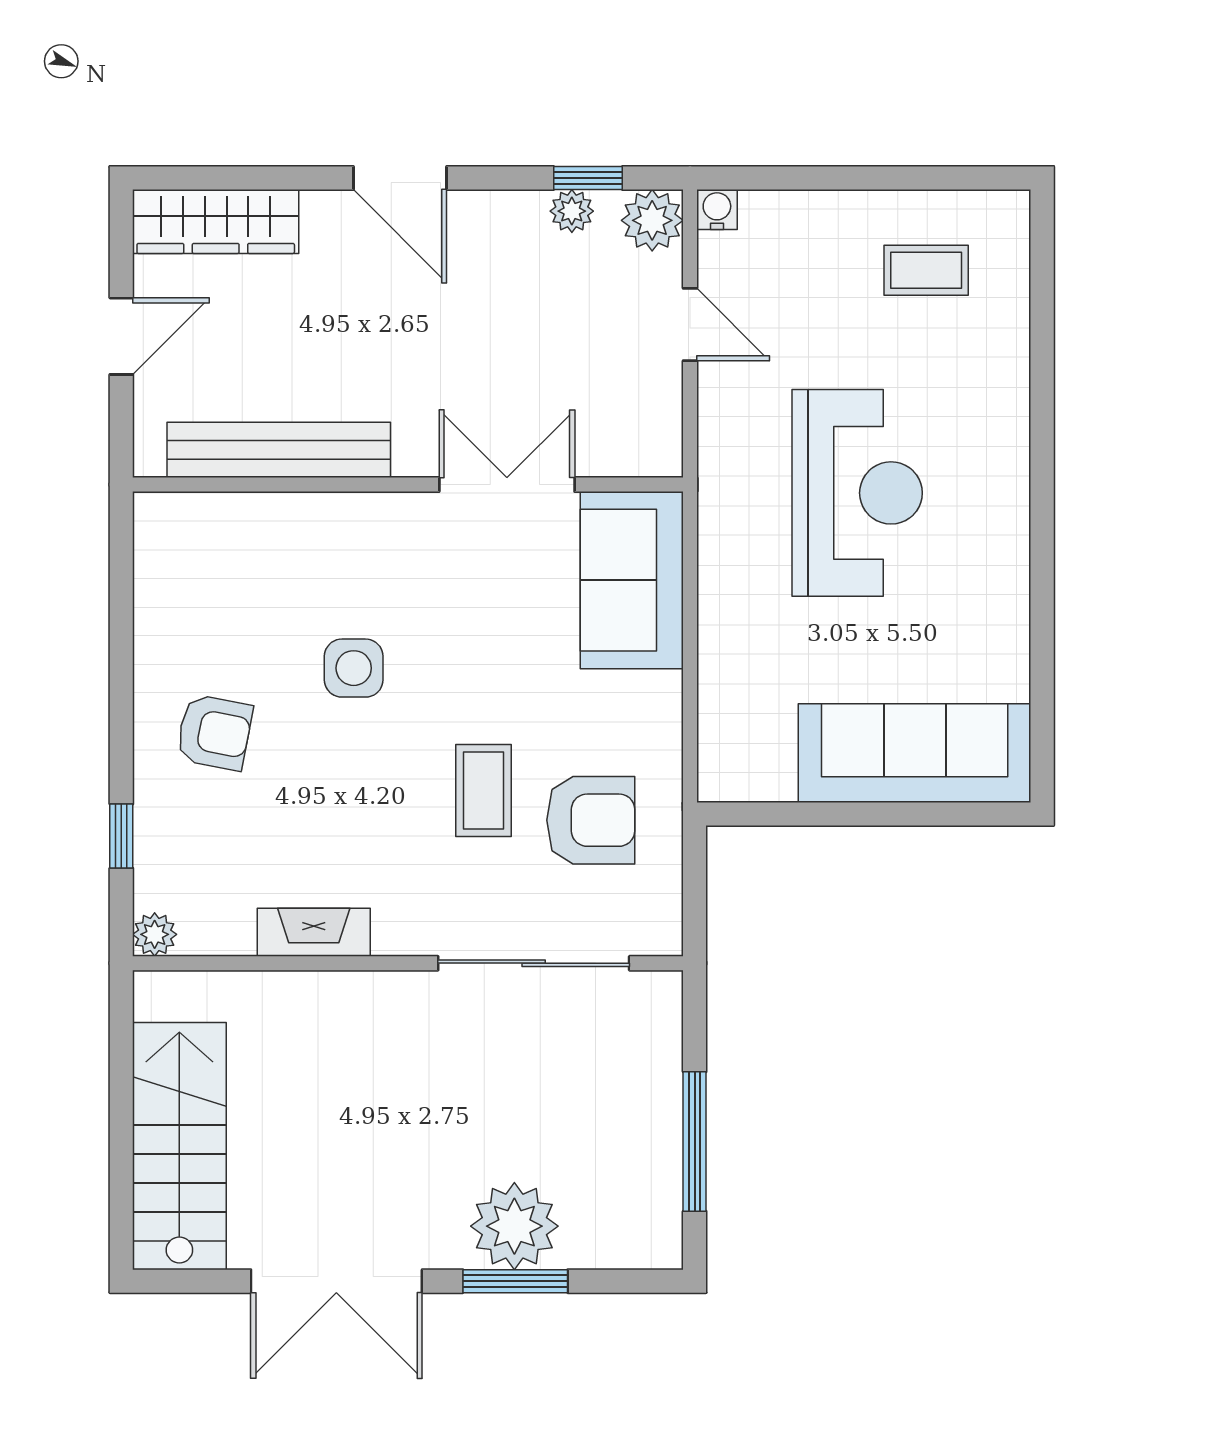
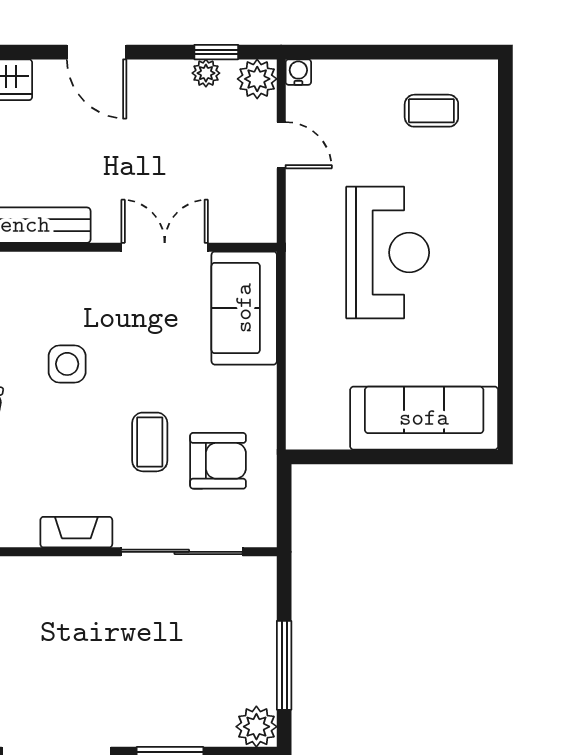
fireplace: (314, 932) -> (76, 532), moved
plant: (514, 1226) -> (256, 727), moved, width x0.73, depth x0.73

